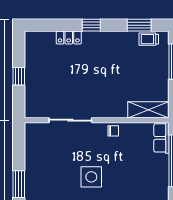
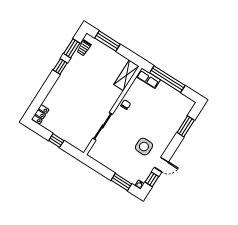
window: (91, 25) -> (60, 66), moved
locker: (69, 37) -> (40, 114), moved
side table: (91, 177) -> (144, 147), moved

